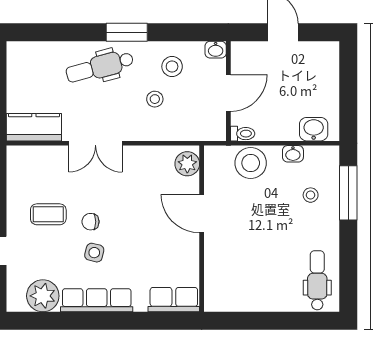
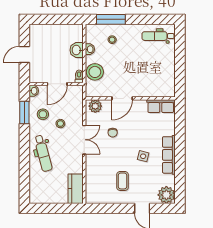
window: (127, 32) -> (24, 112), moved
door: (228, 93) -> (57, 84), swing flipped
washbasin: (314, 129) -> (77, 50), moved
double door: (95, 143) -> (84, 140), moved
chair: (91, 222) -> (113, 133), moved
plant: (43, 296) -> (166, 195), moved
row of seats: (174, 300) -> (161, 106), moved, turned -90

